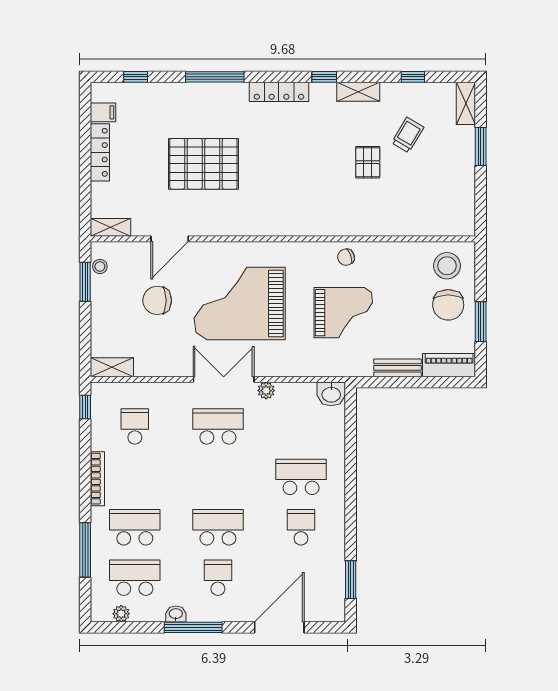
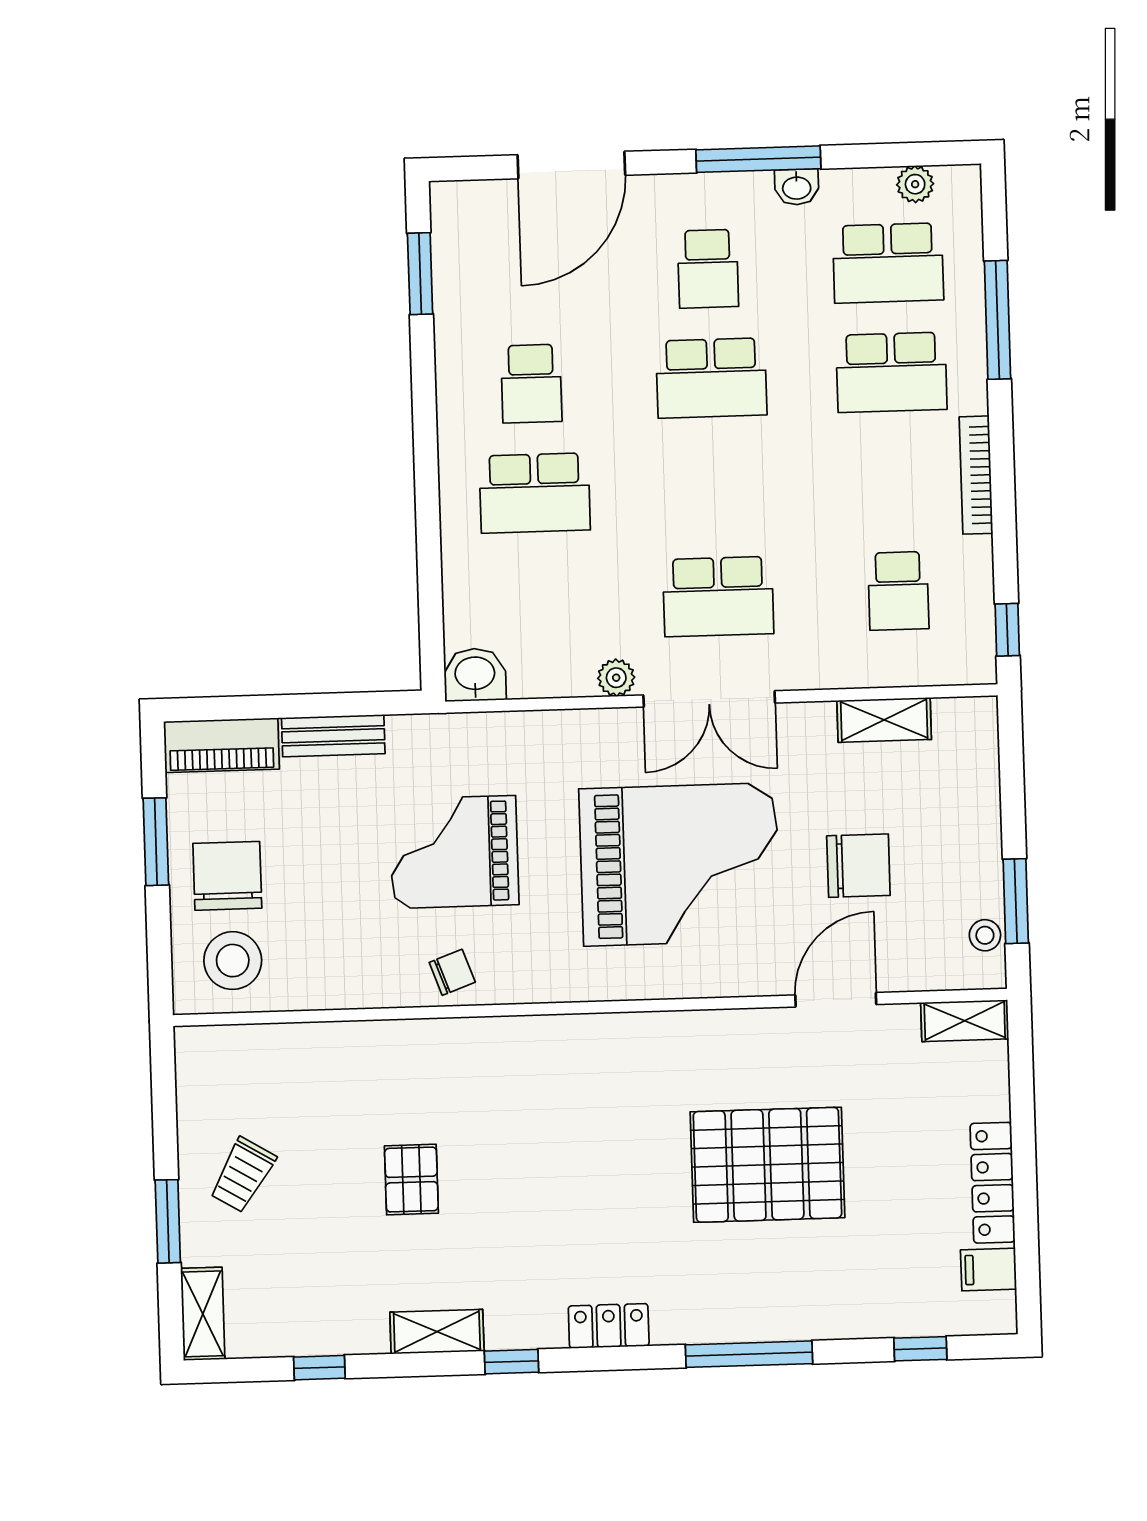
locker: (279, 92) -> (609, 1326), width x0.66
trolley: (408, 135) -> (243, 1175), moved
shelving: (112, 367) -> (884, 720), moved

